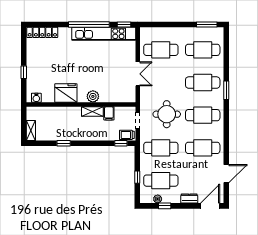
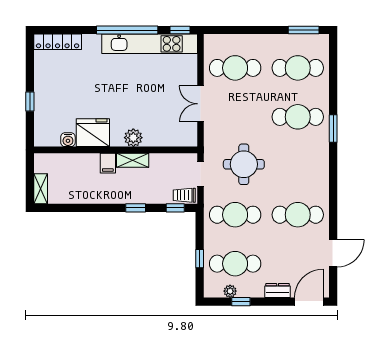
double door: (138, 74) -> (201, 104), swing flipped
water cooler: (36, 98) -> (68, 140), moved
filing cabinet: (109, 113) -> (108, 163), moved
cafe table: (203, 115) -> (298, 166), removed
window: (64, 143) -> (136, 208), moved

